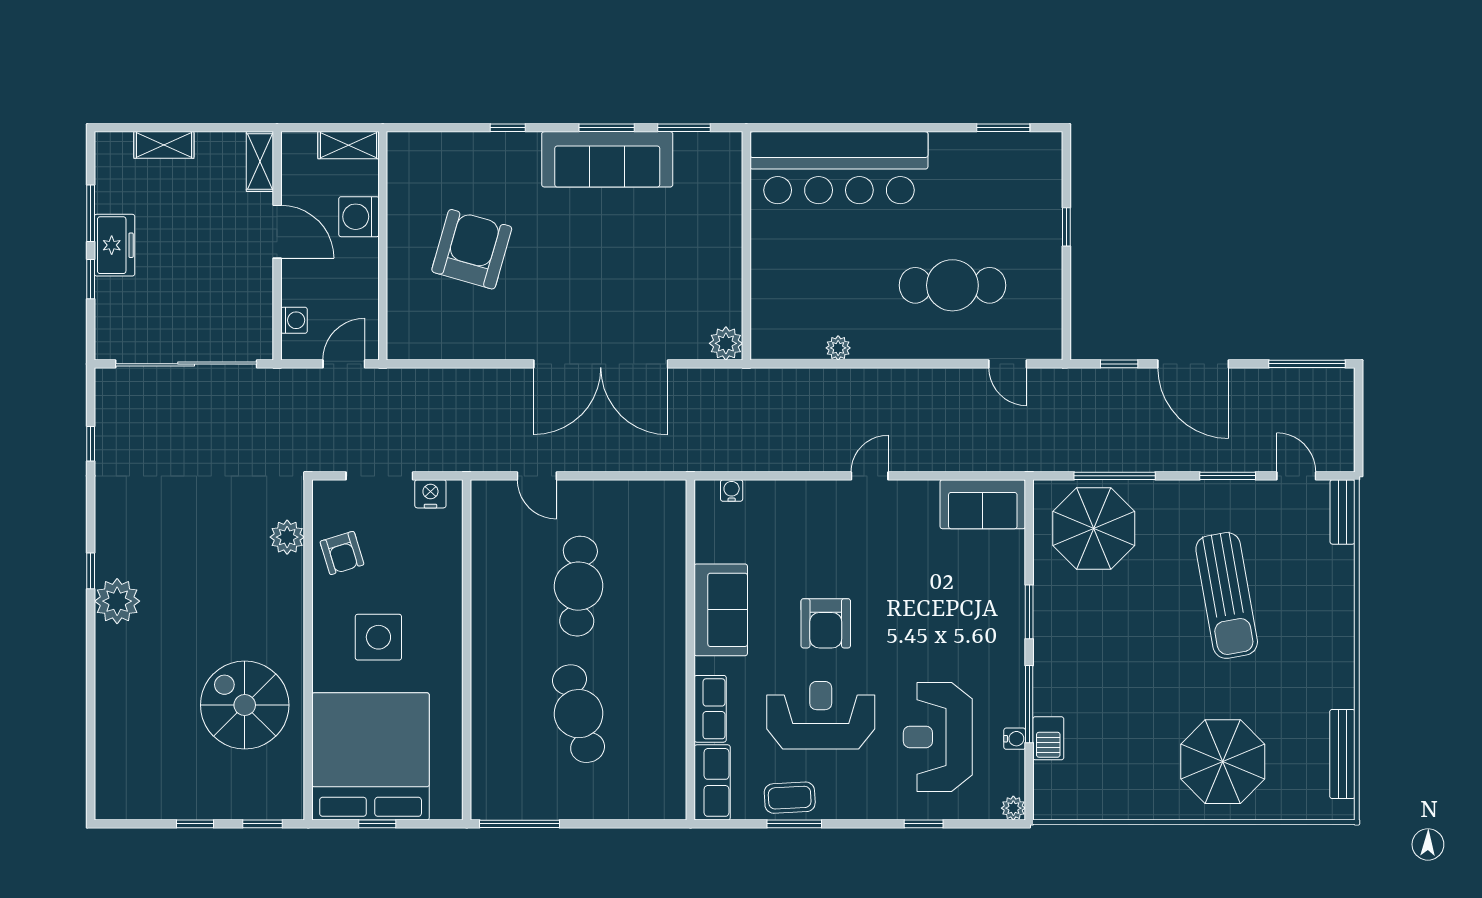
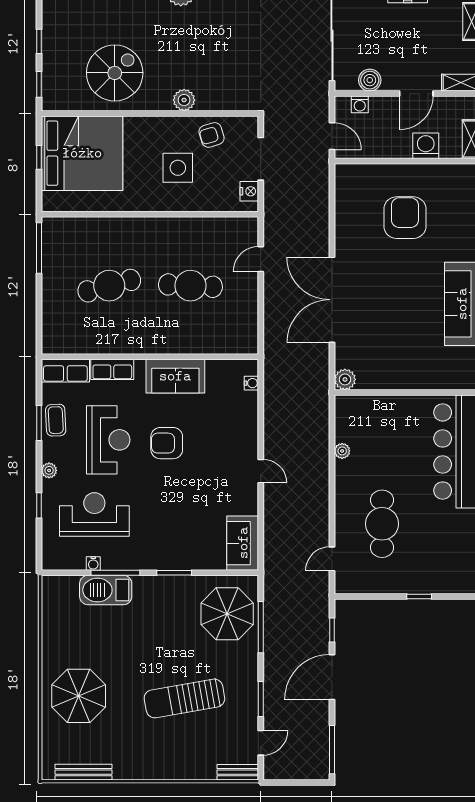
armchair: (472, 249) -> (405, 218), turned -106
boiler: (256, 305) -> (370, 80), added
plant: (287, 537) -> (184, 100), moved
side table: (378, 637) -> (178, 168), moved
barbecue: (1048, 738) -> (106, 590), width x1.88, depth x1.53
plant: (1013, 808) -> (49, 470), moved

